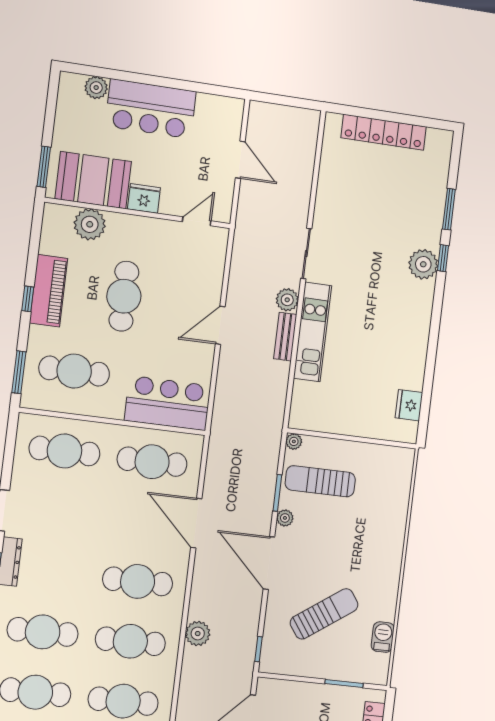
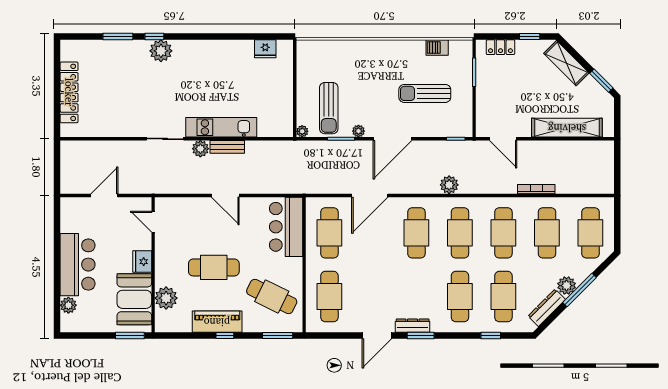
cafe table: (74, 371) -> (272, 296), turned -64
sun lounger: (324, 614) -> (425, 93), turned -55

